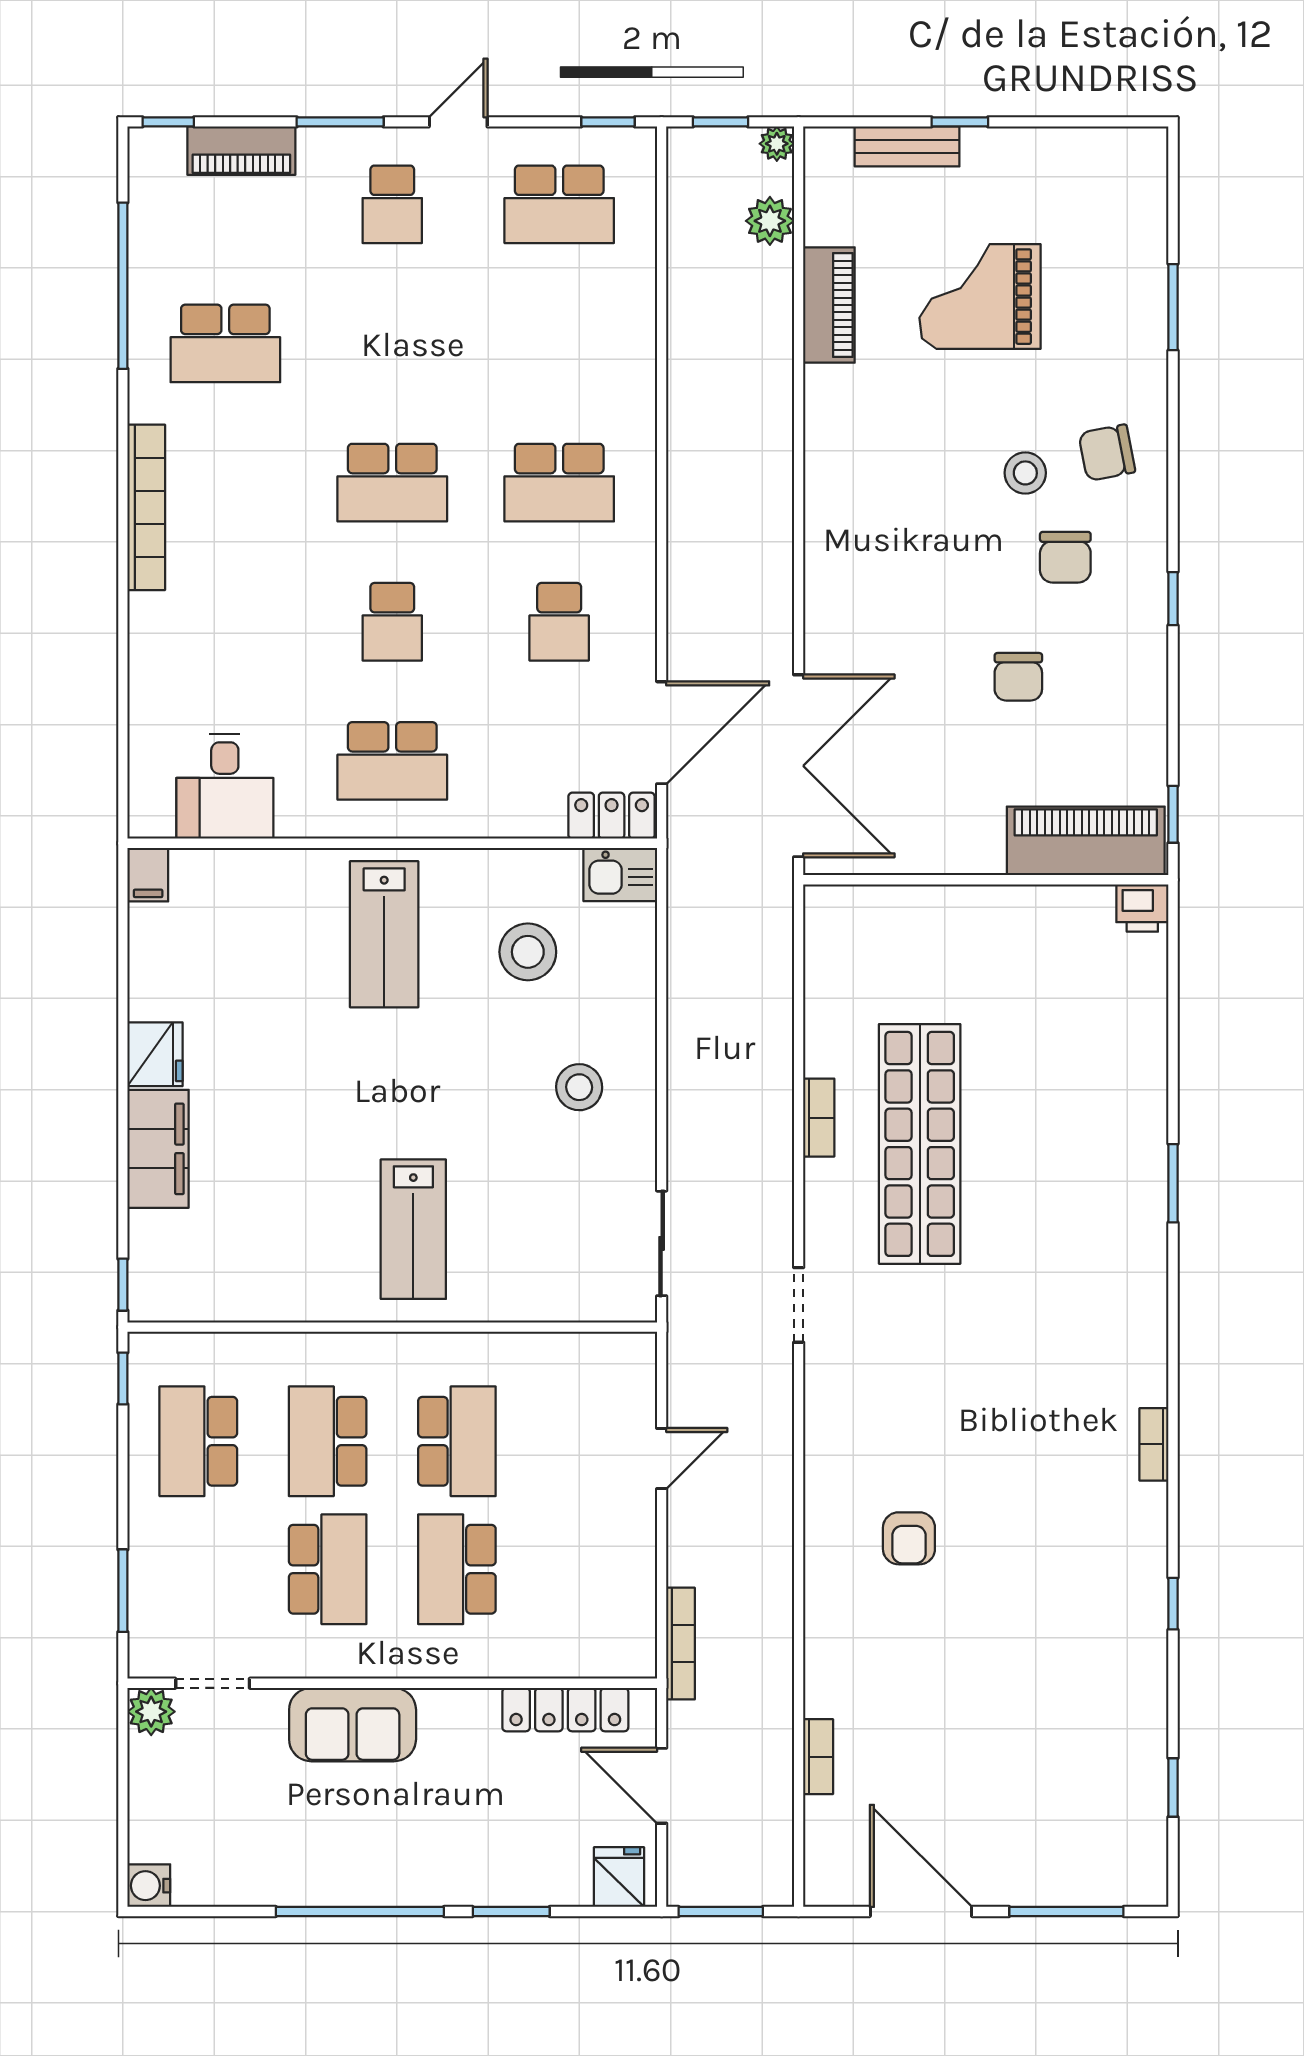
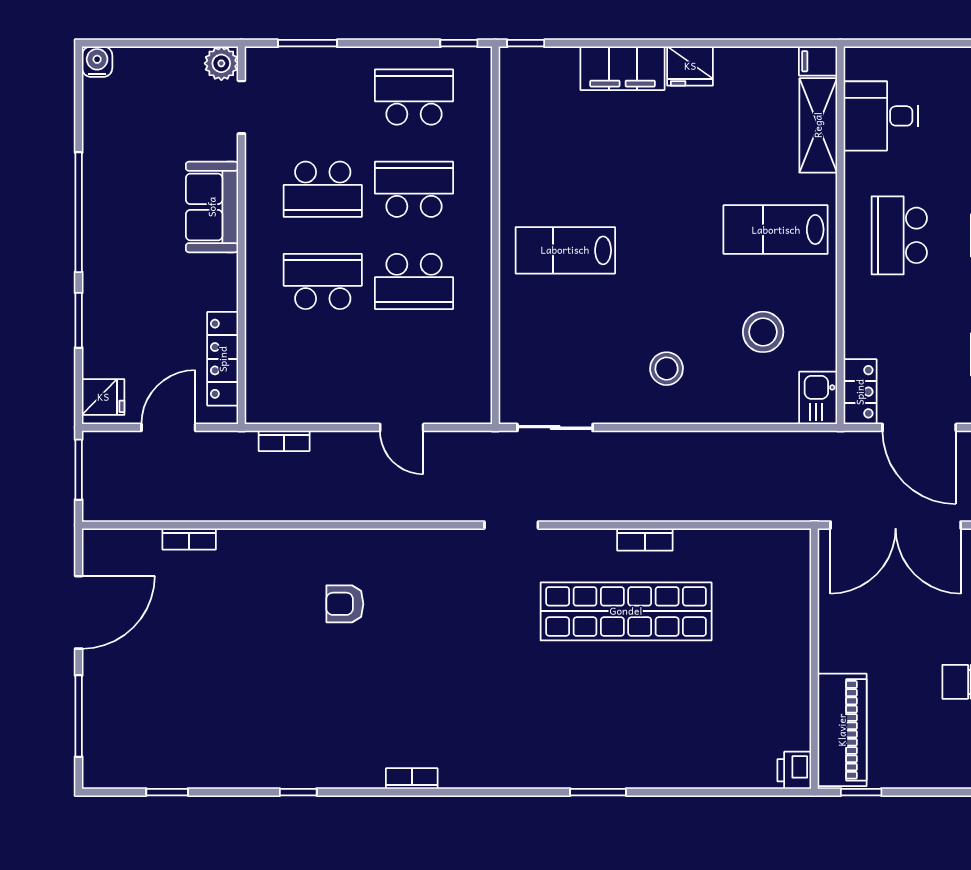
shelving: (238, 874) -> (818, 125), added
bookcase: (680, 1644) -> (284, 441), width x0.64

